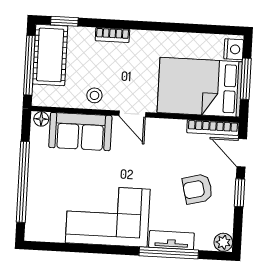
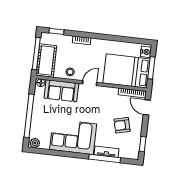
cot: (50, 55) -> (46, 60), moved
door: (132, 114) -> (90, 83), swing flipped
window: (240, 193) -> (143, 144), moved
plant: (223, 242) -> (35, 143), moved

